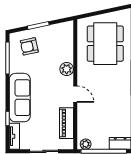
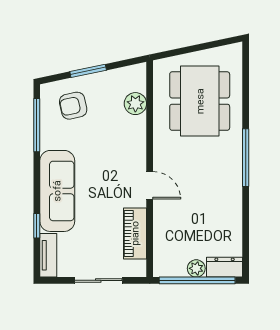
plant: (67, 69) -> (135, 104), moved
plant: (86, 144) -> (196, 268), moved

